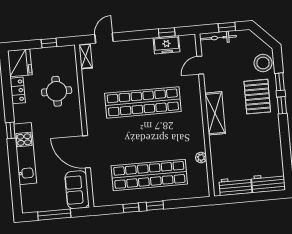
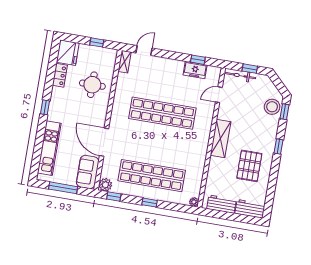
window: (280, 82) -> (284, 112), moved
pallet: (257, 97) -> (249, 166), moved
kitchen unit: (25, 154) -> (49, 148), moved
plant: (201, 158) -> (194, 202), moved
plant: (100, 199) -> (105, 185), added
window: (131, 208) -> (114, 197), moved

